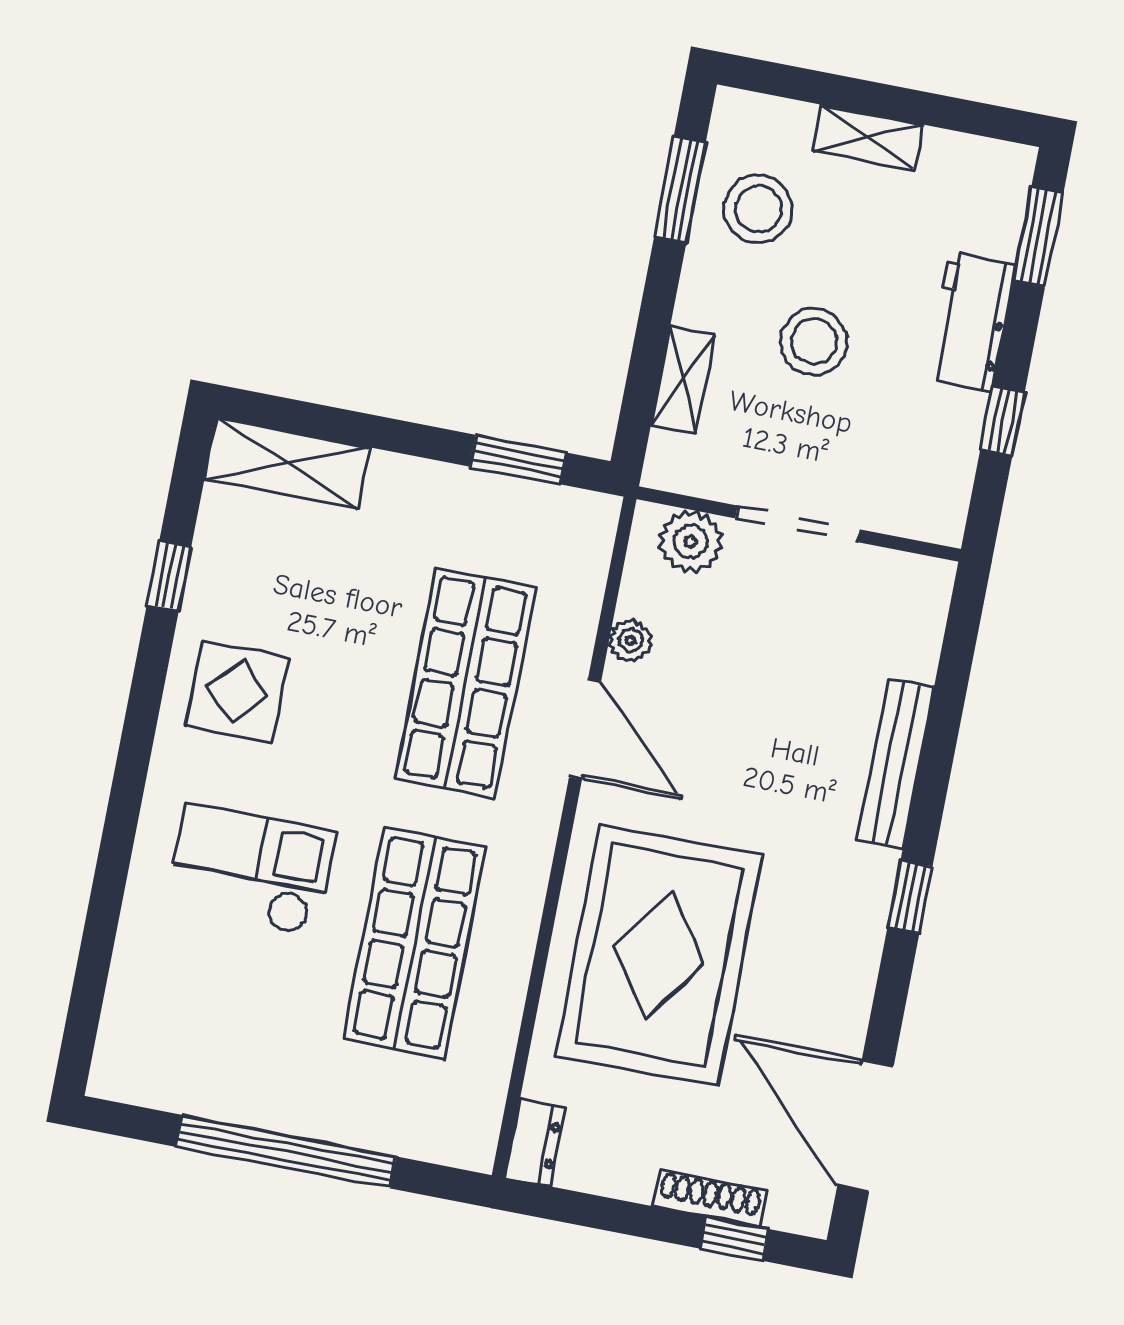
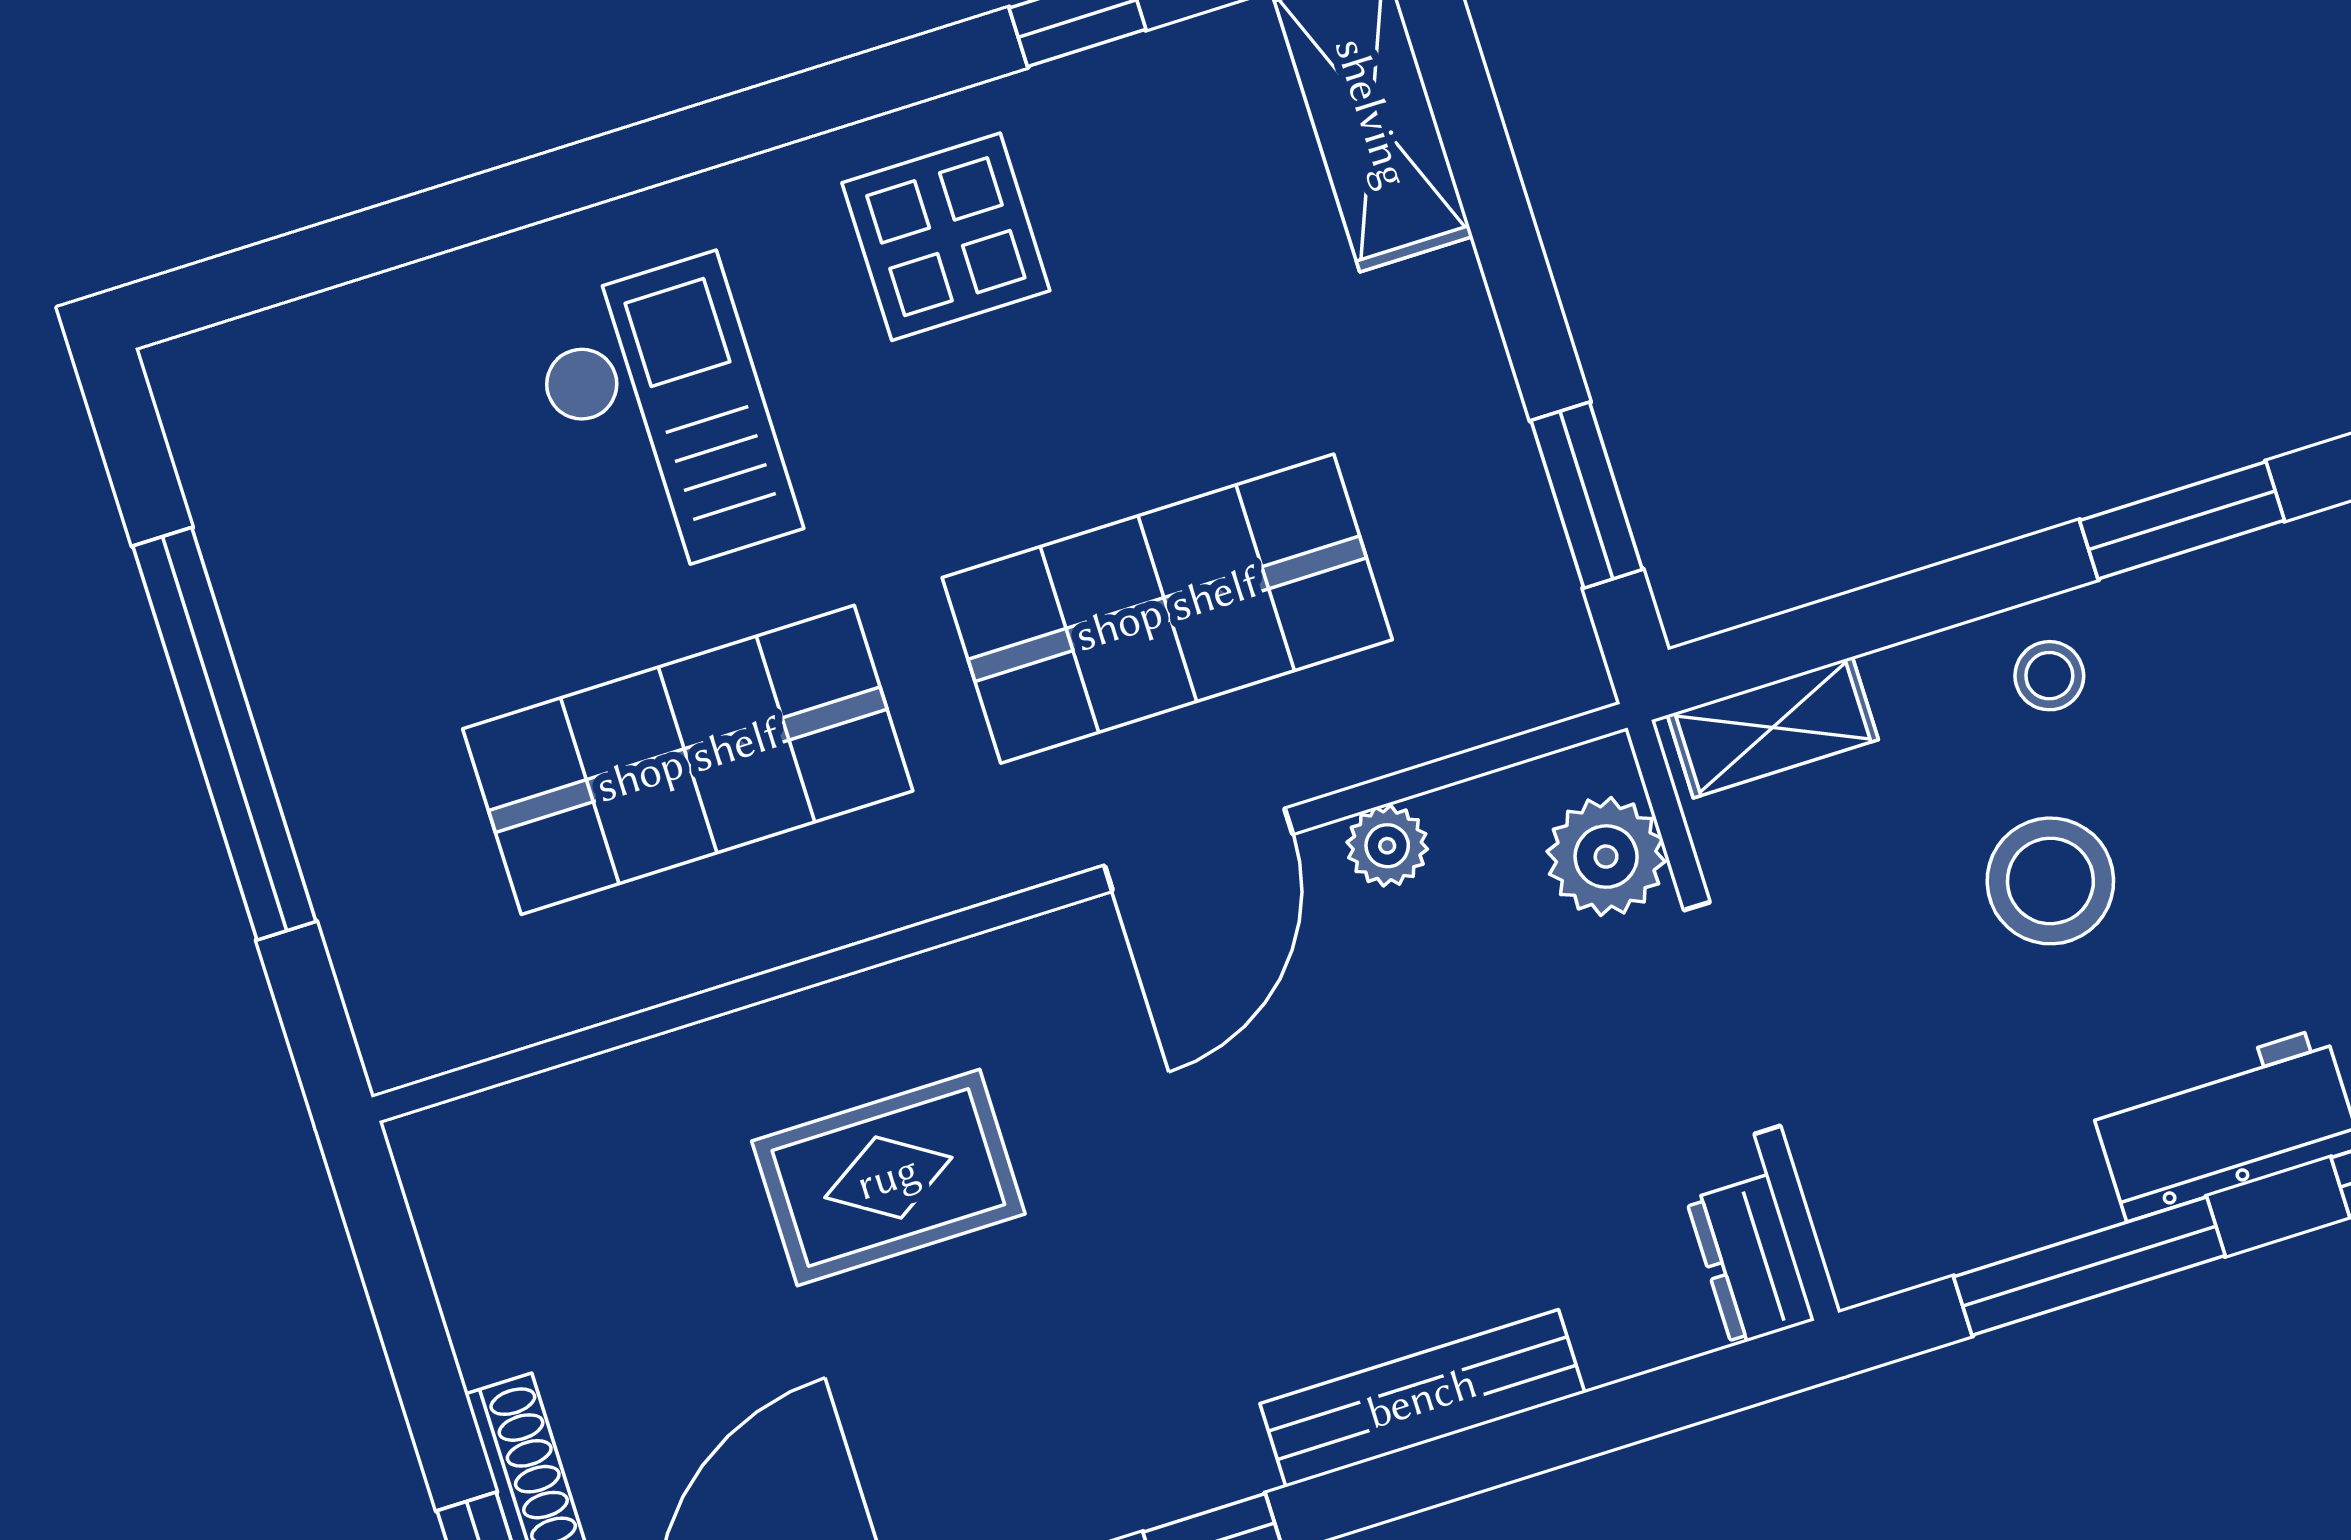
stool: (758, 209) -> (2049, 676), moved, width x0.53, depth x0.53
shelving: (683, 380) -> (1773, 727), moved
window: (1003, 421) -> (2089, 1266), width x2.17
rug: (659, 955) -> (888, 1177), width x0.54, depth x0.49
dresser: (535, 1142) -> (1750, 1260), moved, turned 90

